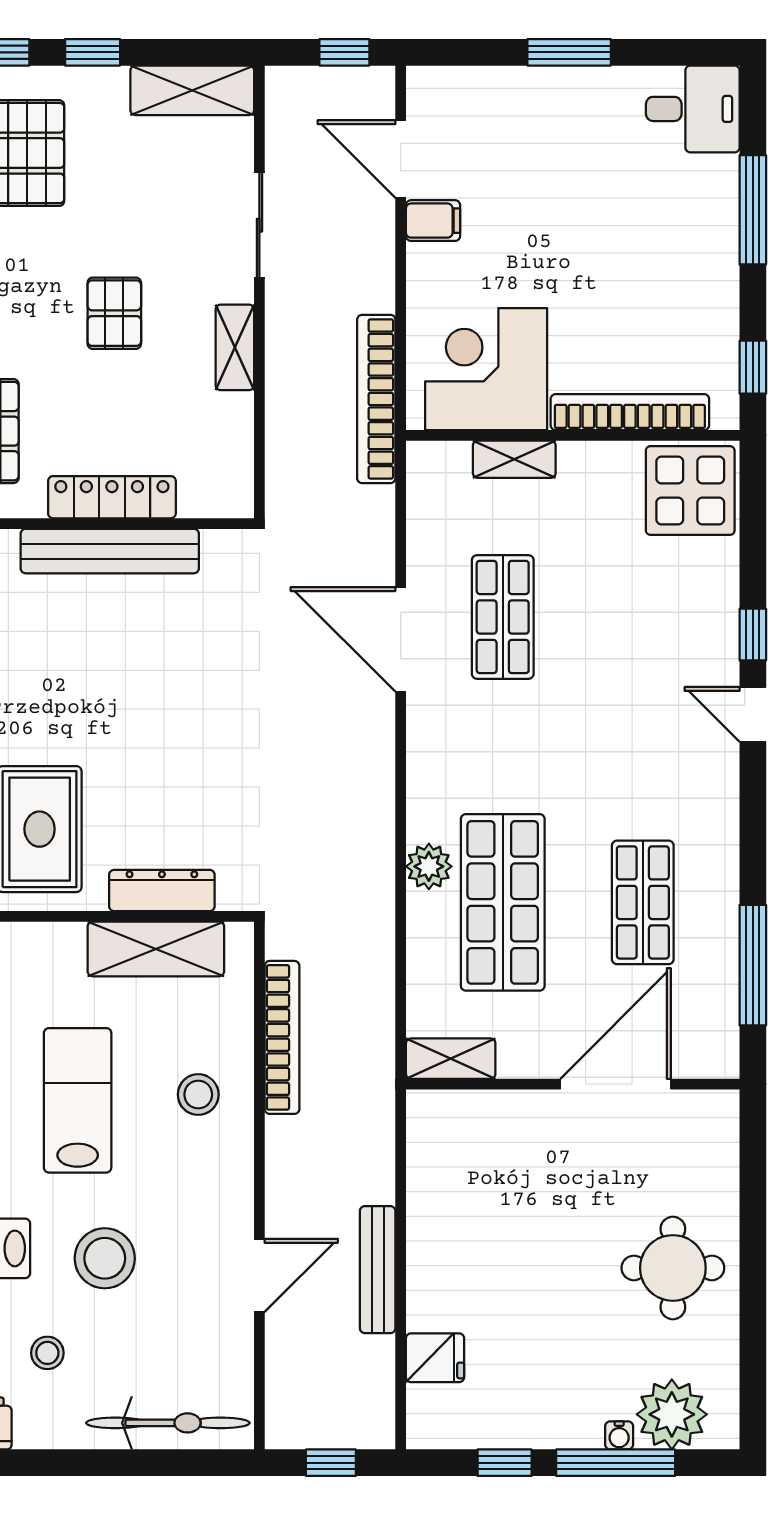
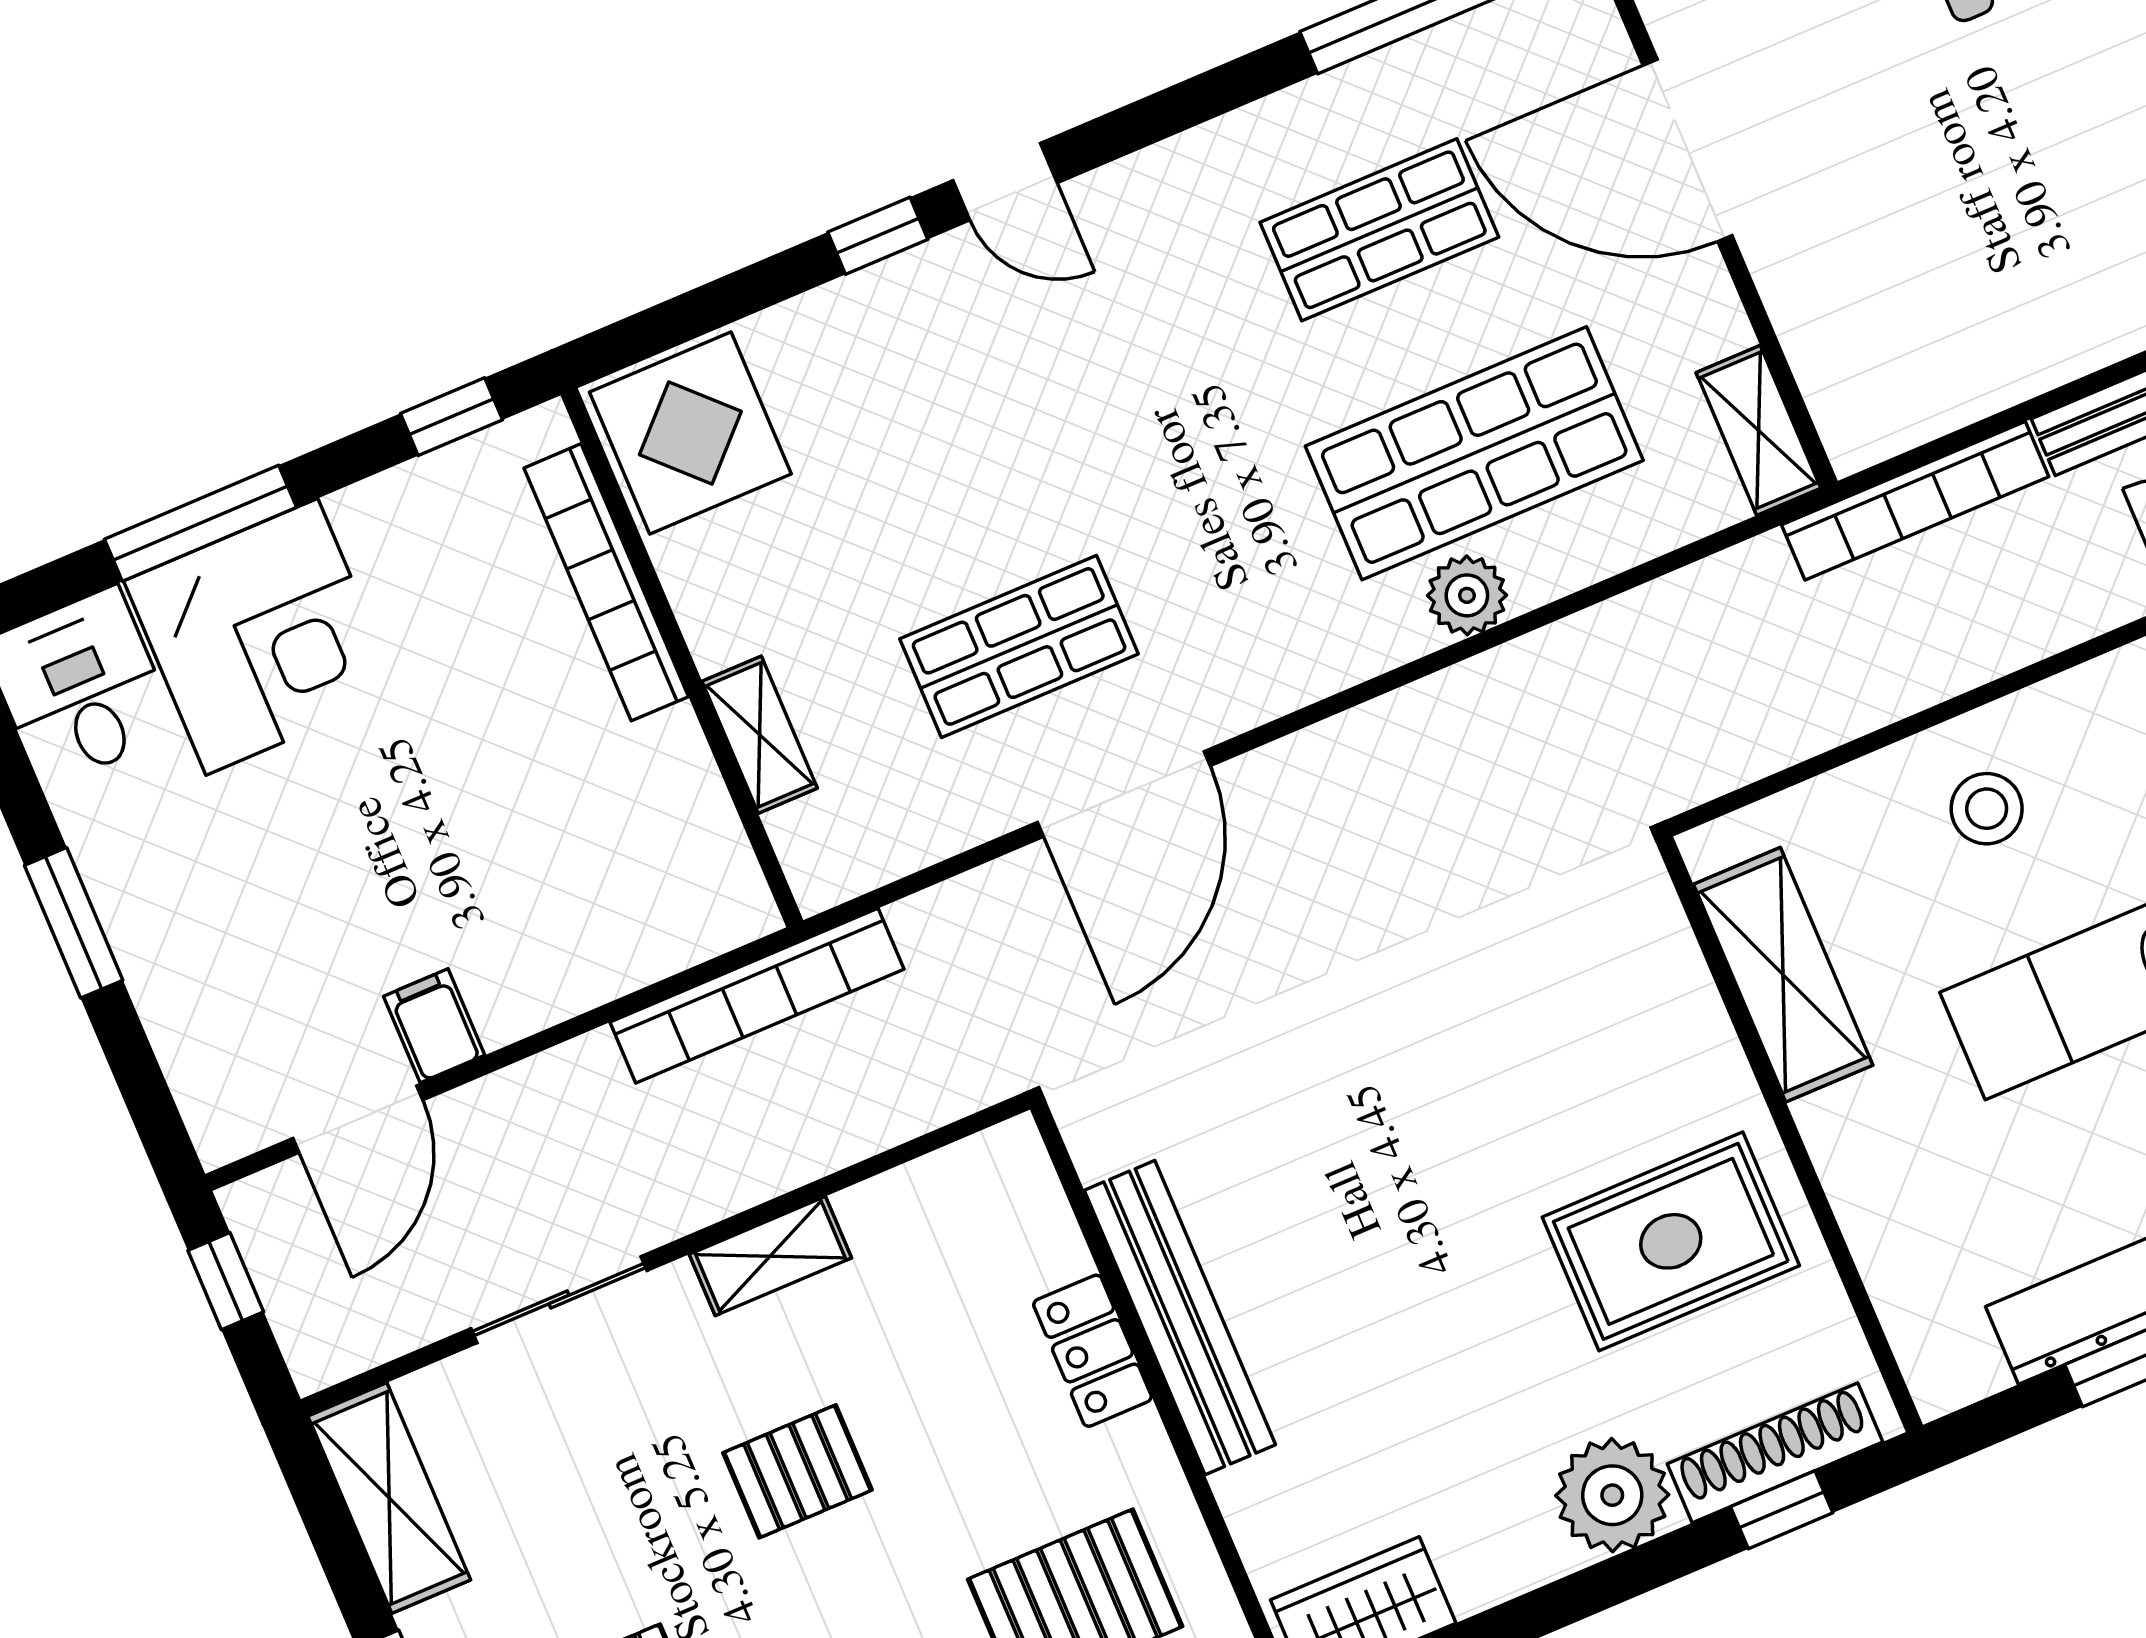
corner desk: (486, 369) -> (262, 637), moved, turned -90
locker: (112, 497) -> (1092, 1351), width x0.66
door: (753, 714) -> (1005, 182), hinge flipped
dresser: (162, 890) -> (1686, 1005), removed
bookcase: (282, 1037) -> (1915, 501), moved, turned 180

